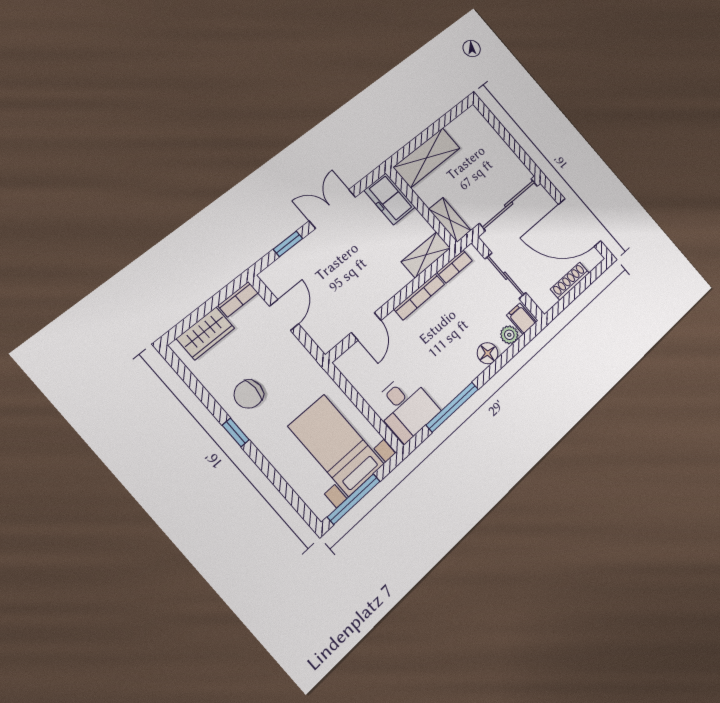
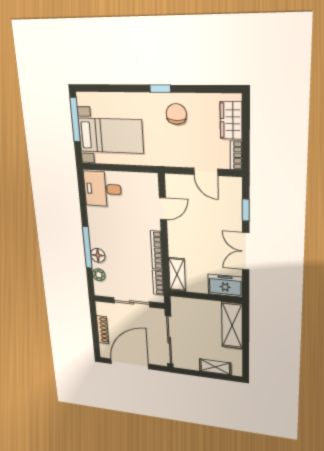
double door: (332, 209) -> (246, 251), swing flipped
shelving: (450, 220) -> (215, 367), moved
filing cabinet: (521, 319) -> (102, 288), removed
door: (366, 326) -> (163, 209), swing flipped
window: (452, 407) -> (87, 247), moved

